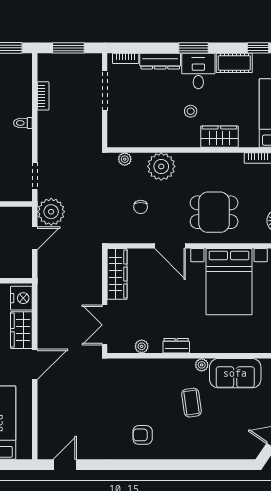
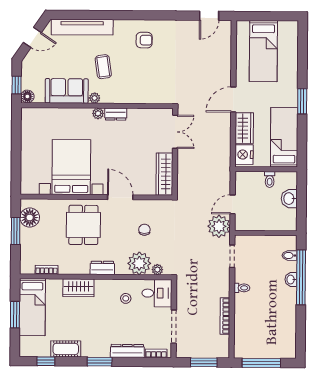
desk: (198, 71) -> (157, 293), moved, turned -90
bookcase: (43, 96) -> (225, 316), width x1.56
stool: (191, 111) -> (126, 298), moved
toilet: (23, 123) -> (242, 288), moved
dresser: (191, 161) -> (102, 268), added
plant: (161, 166) -> (139, 263), moved
dining table: (214, 212) -> (83, 225), turned 90
plant: (142, 346) -> (98, 113), moved
tv unit: (217, 450) -> (82, 27), added

